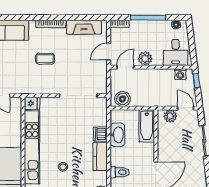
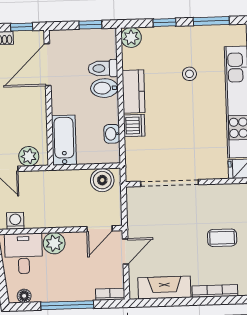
plant: (145, 59) -> (54, 243), moved
washbasin: (117, 135) -> (112, 134), width x0.52, depth x0.69
bidet: (119, 159) -> (104, 88), added

